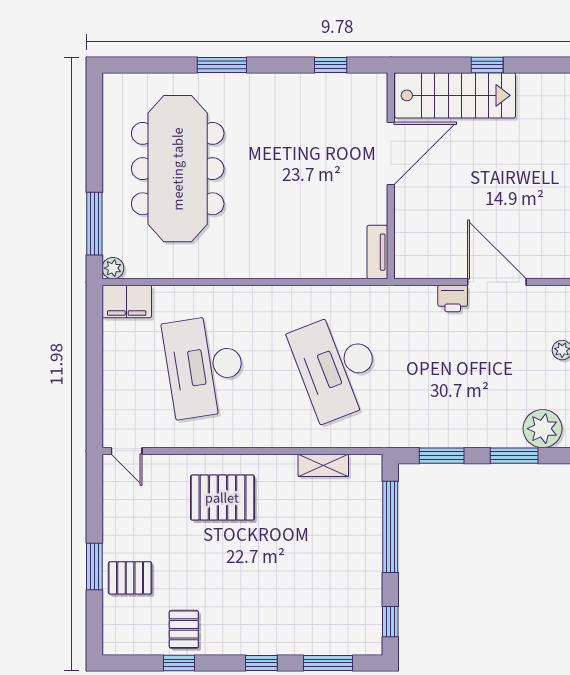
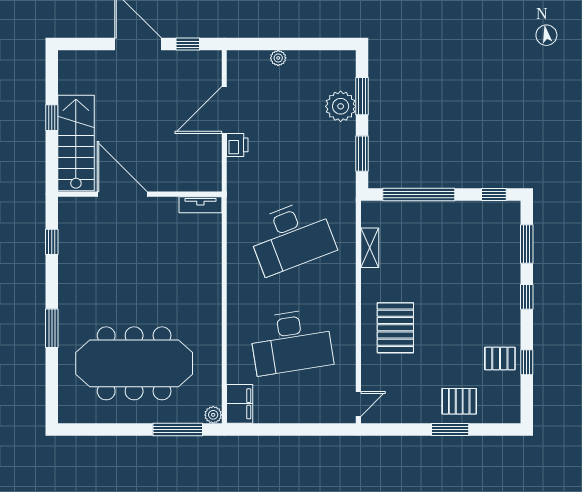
plant: (543, 429) -> (341, 106), moved
pallet: (130, 578) -> (459, 401), turned 90

